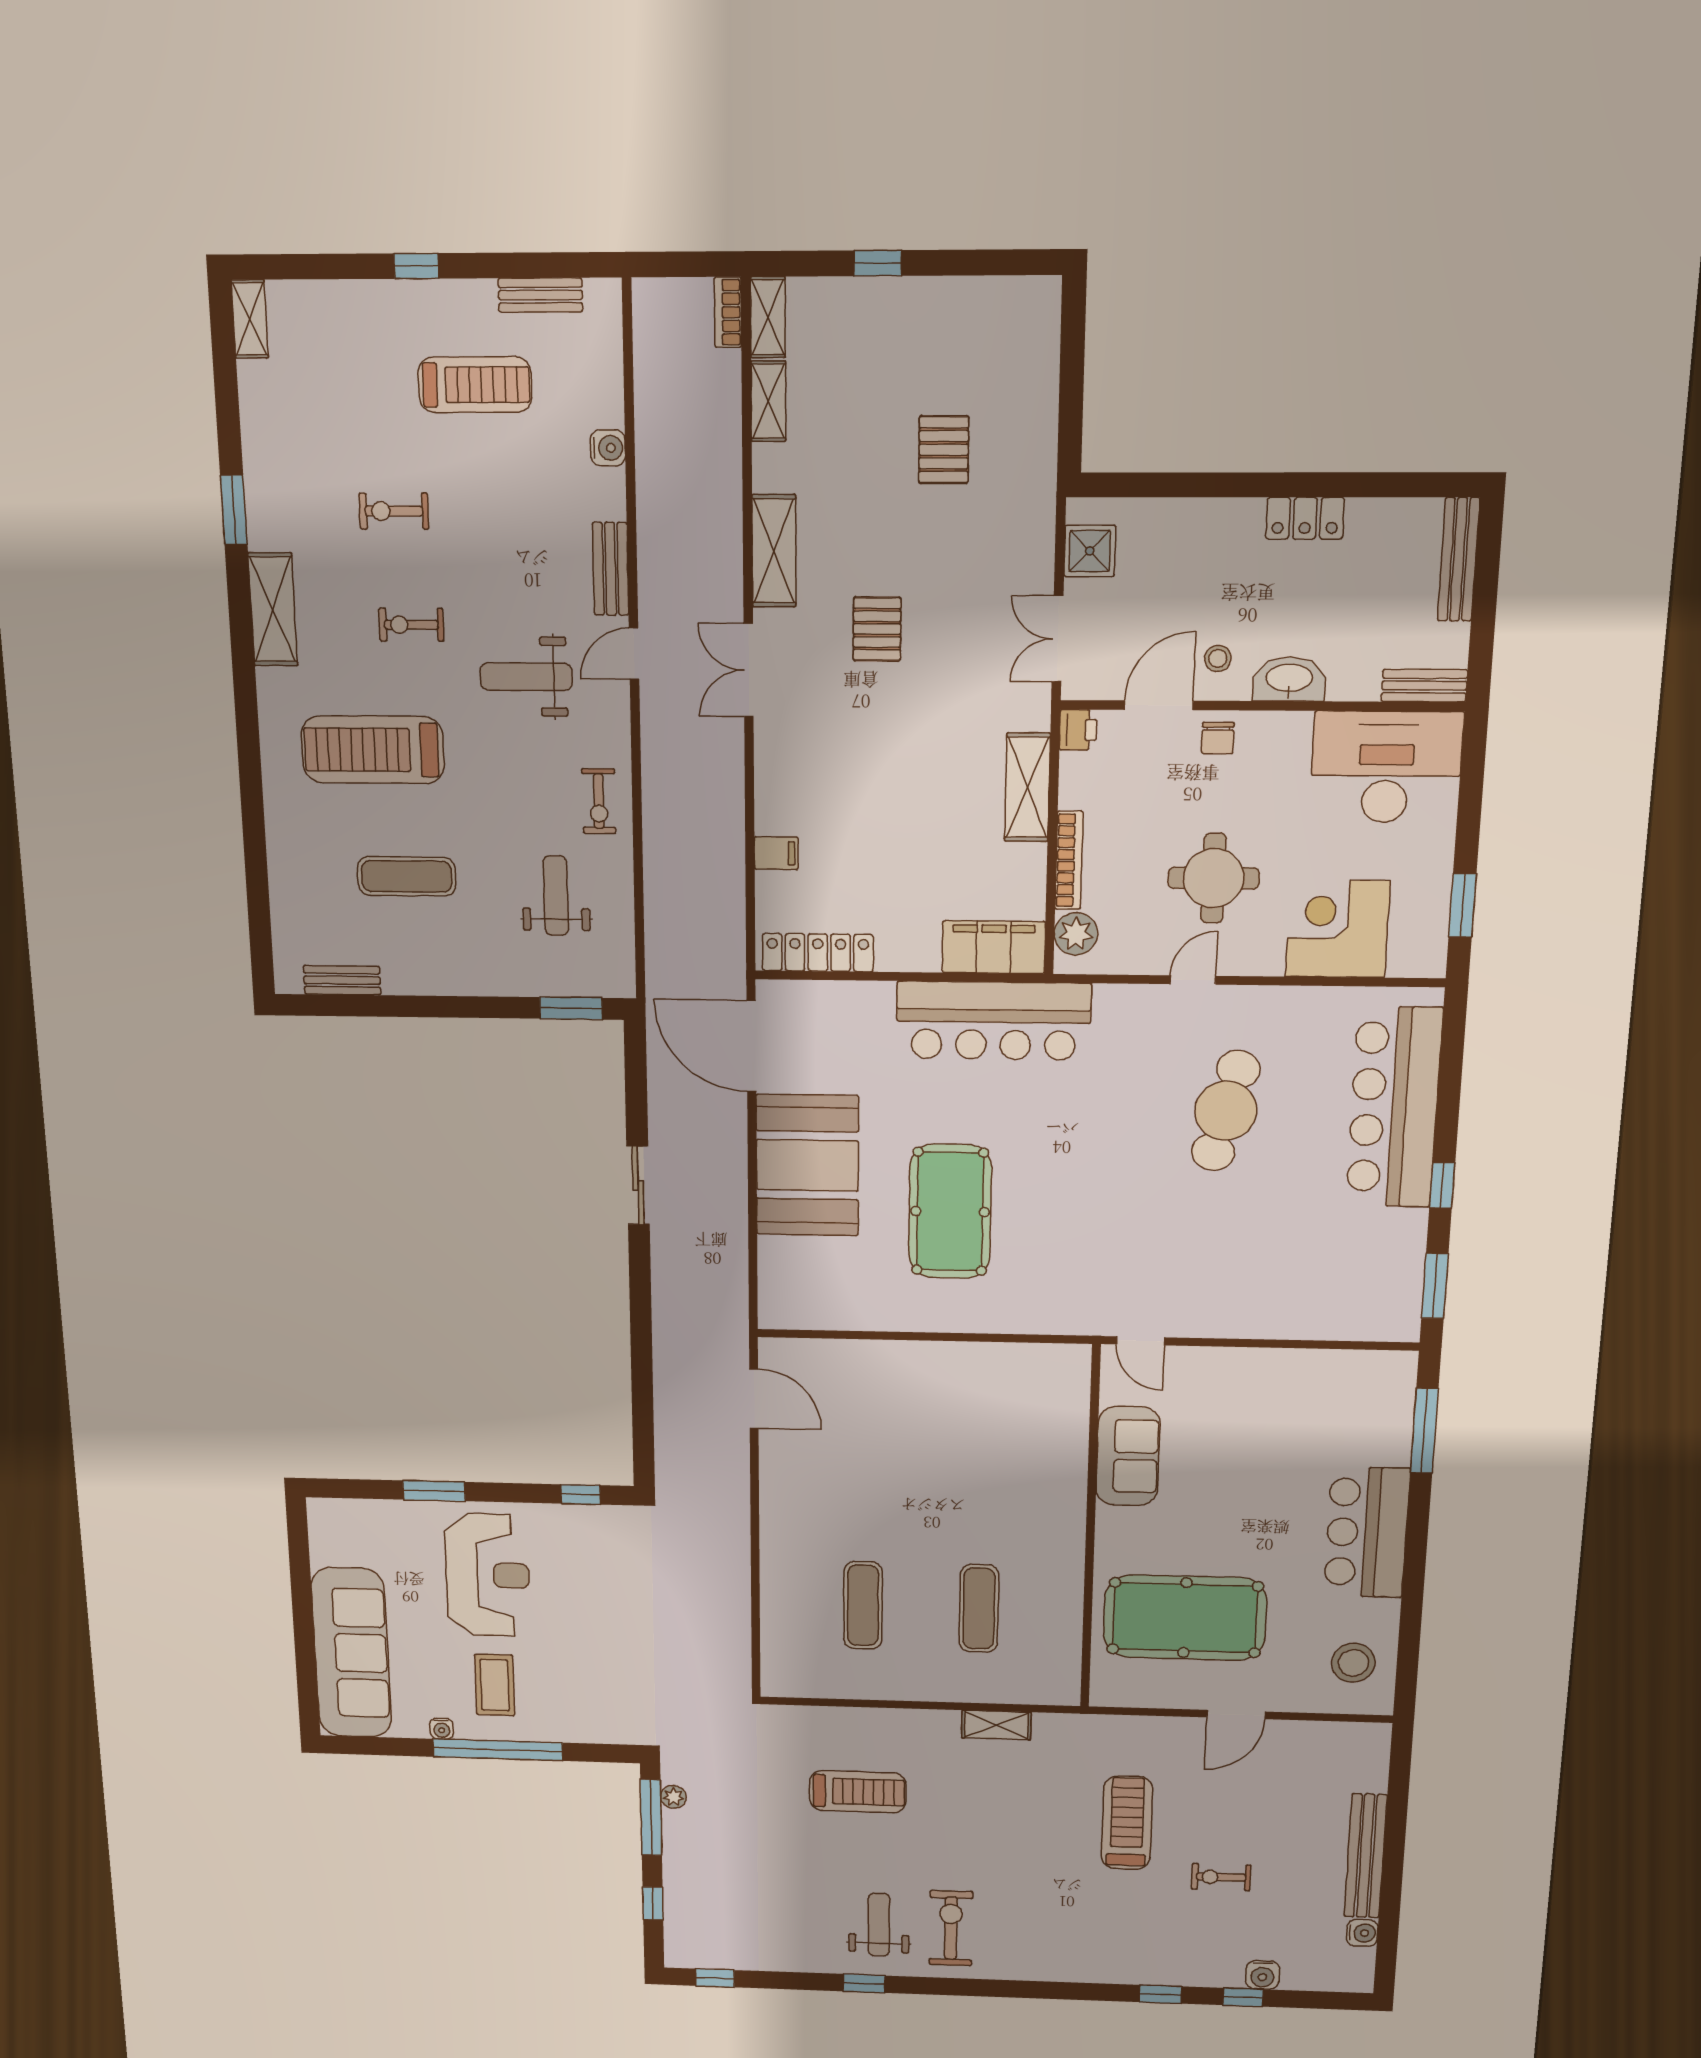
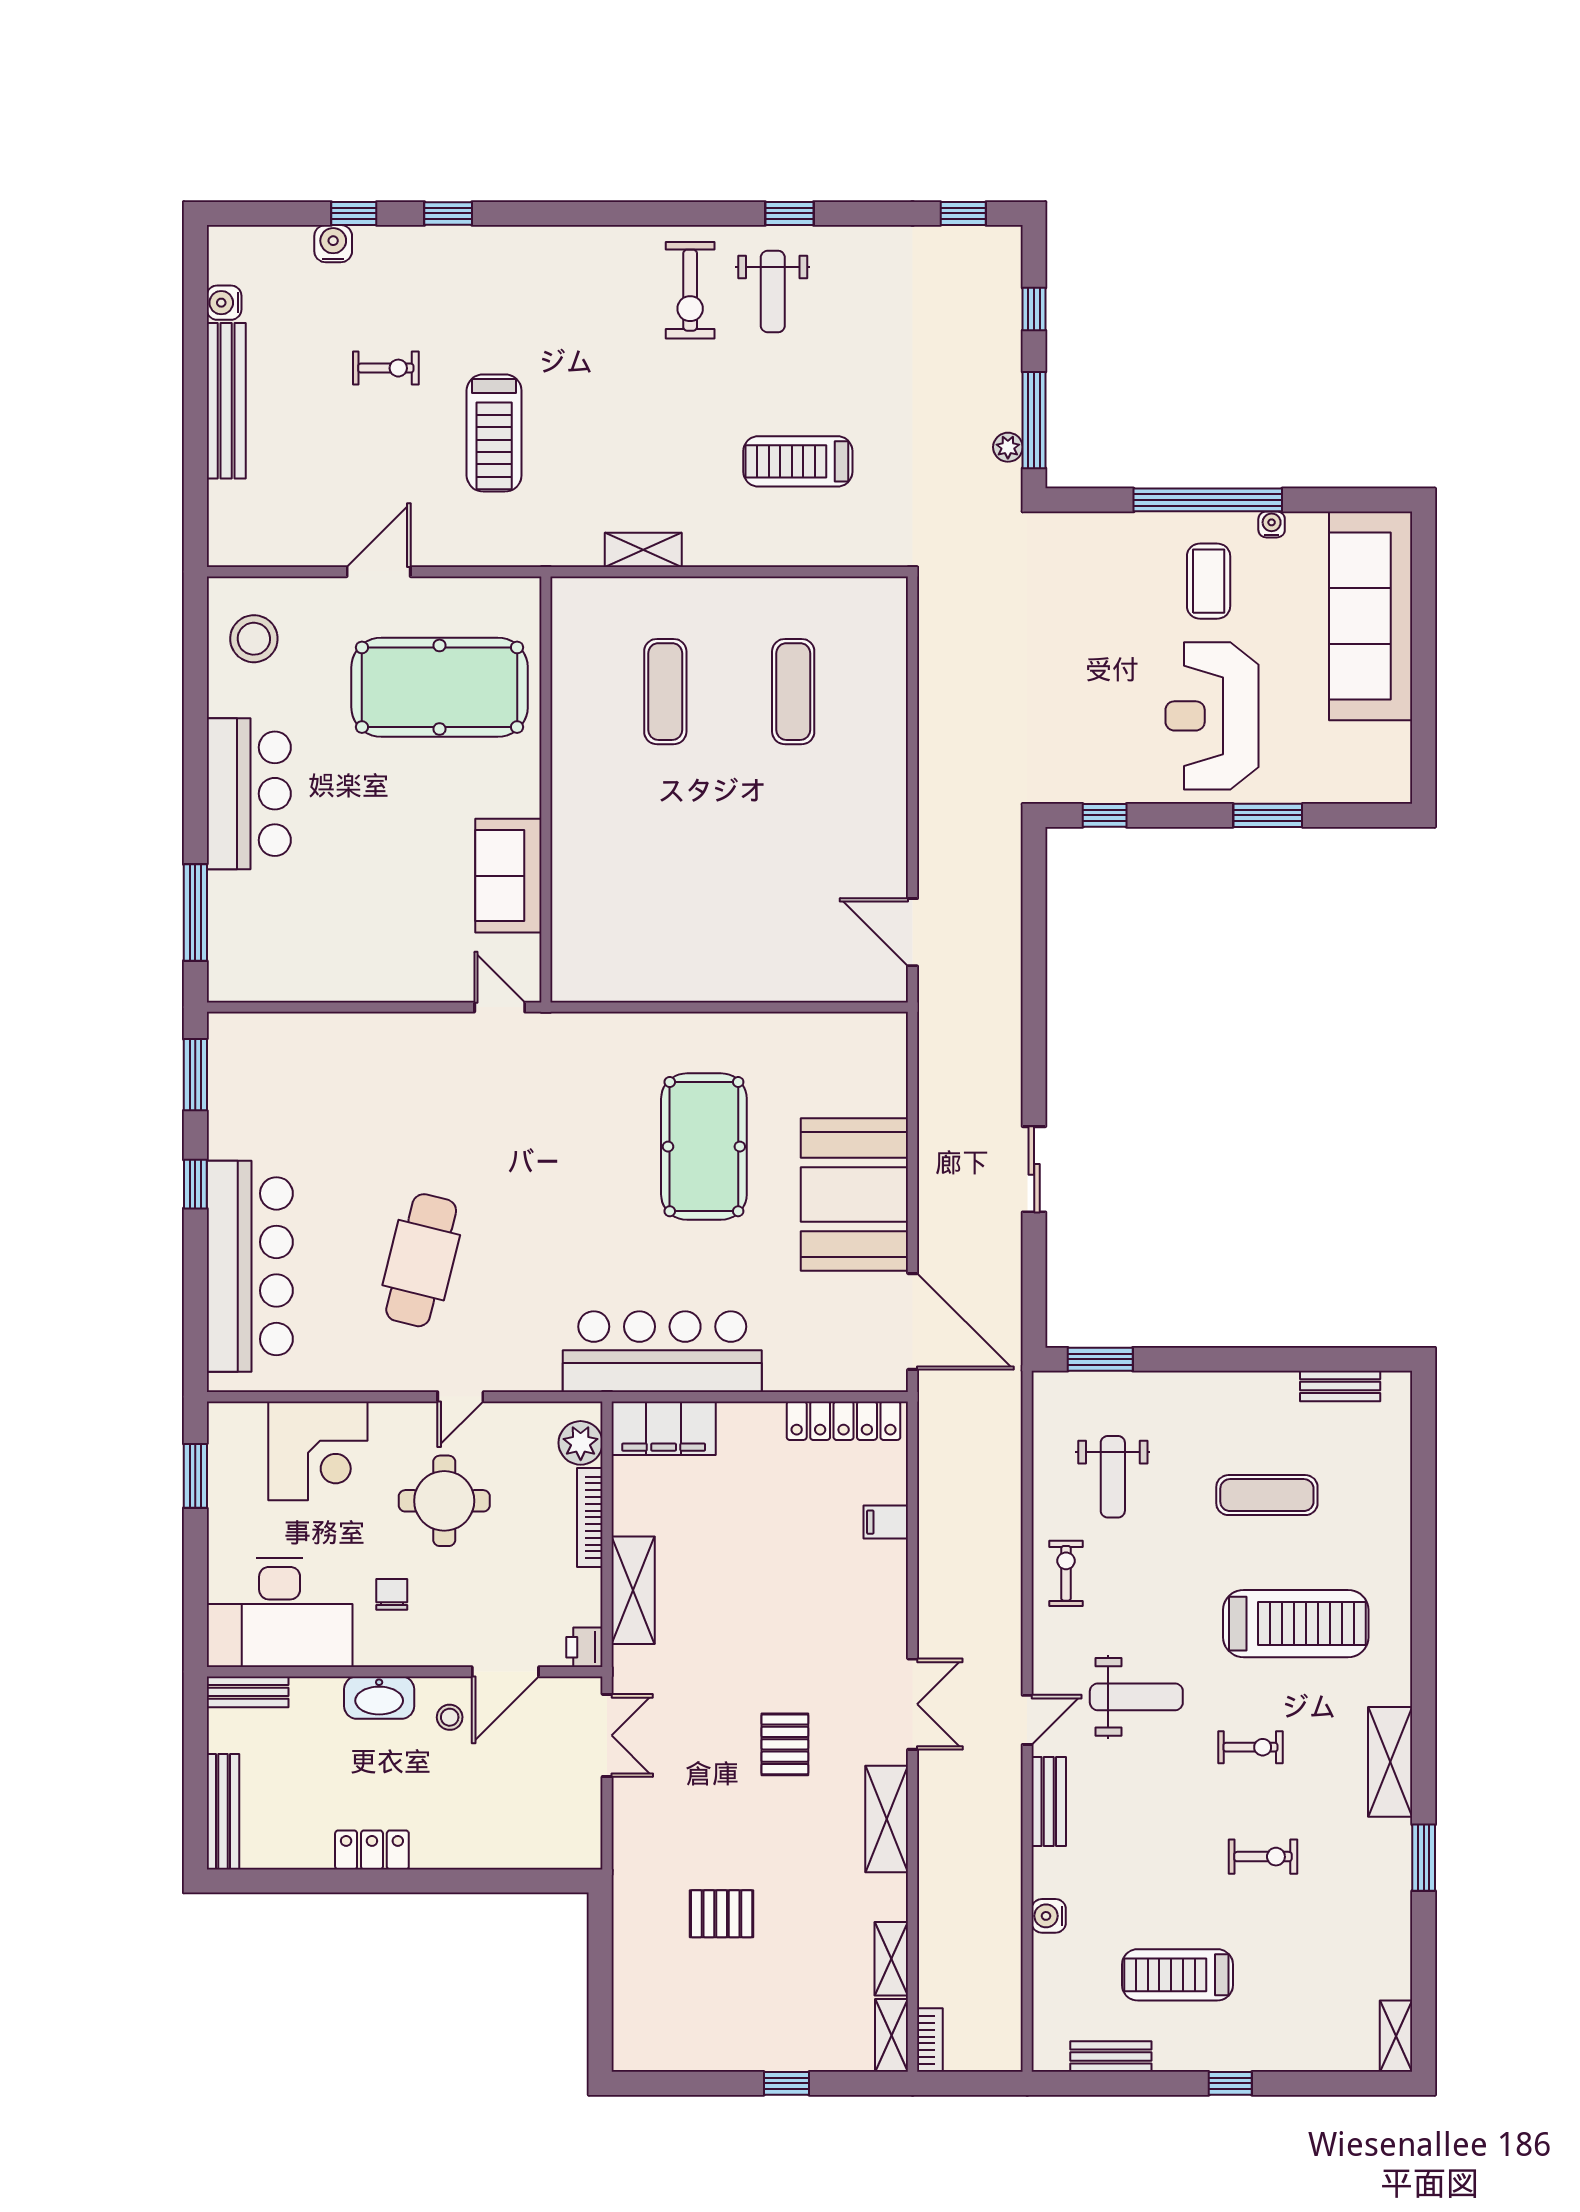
pallet: (944, 450) -> (722, 1914), turned 90
shower: (1090, 551) -> (578, 1819), removed
chair: (1218, 738) -> (392, 1594), moved

